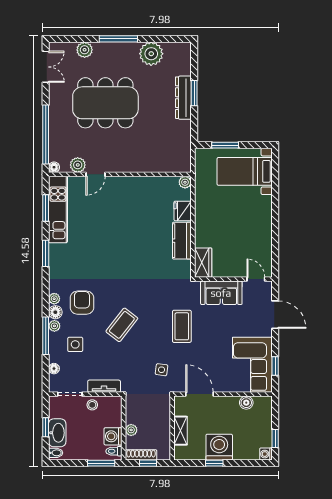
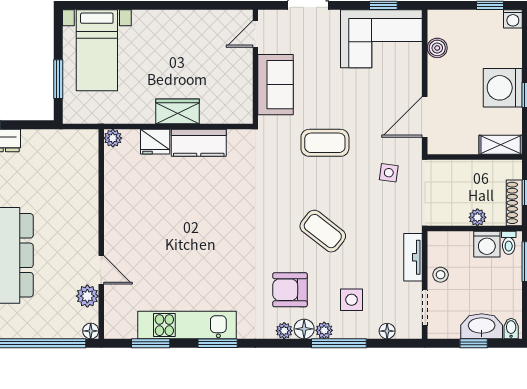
kitchen unit: (58, 209) -> (187, 325), moved
wardrobe: (203, 263) -> (177, 111), moved
shelving: (181, 431) -> (501, 145), moved

